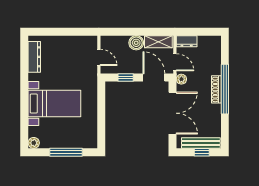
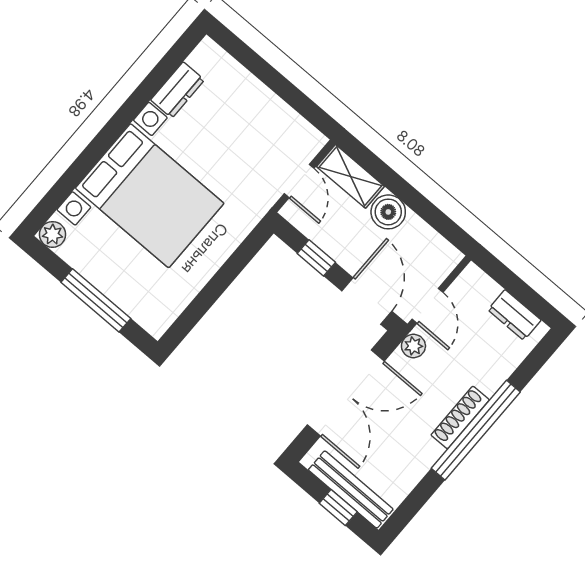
dresser: (187, 41) -> (514, 315), moved
shelving: (158, 42) -> (350, 176), moved
dresser: (34, 57) -> (178, 90), width x0.70
bed with nightstands: (54, 104) -> (150, 196), width x1.36

